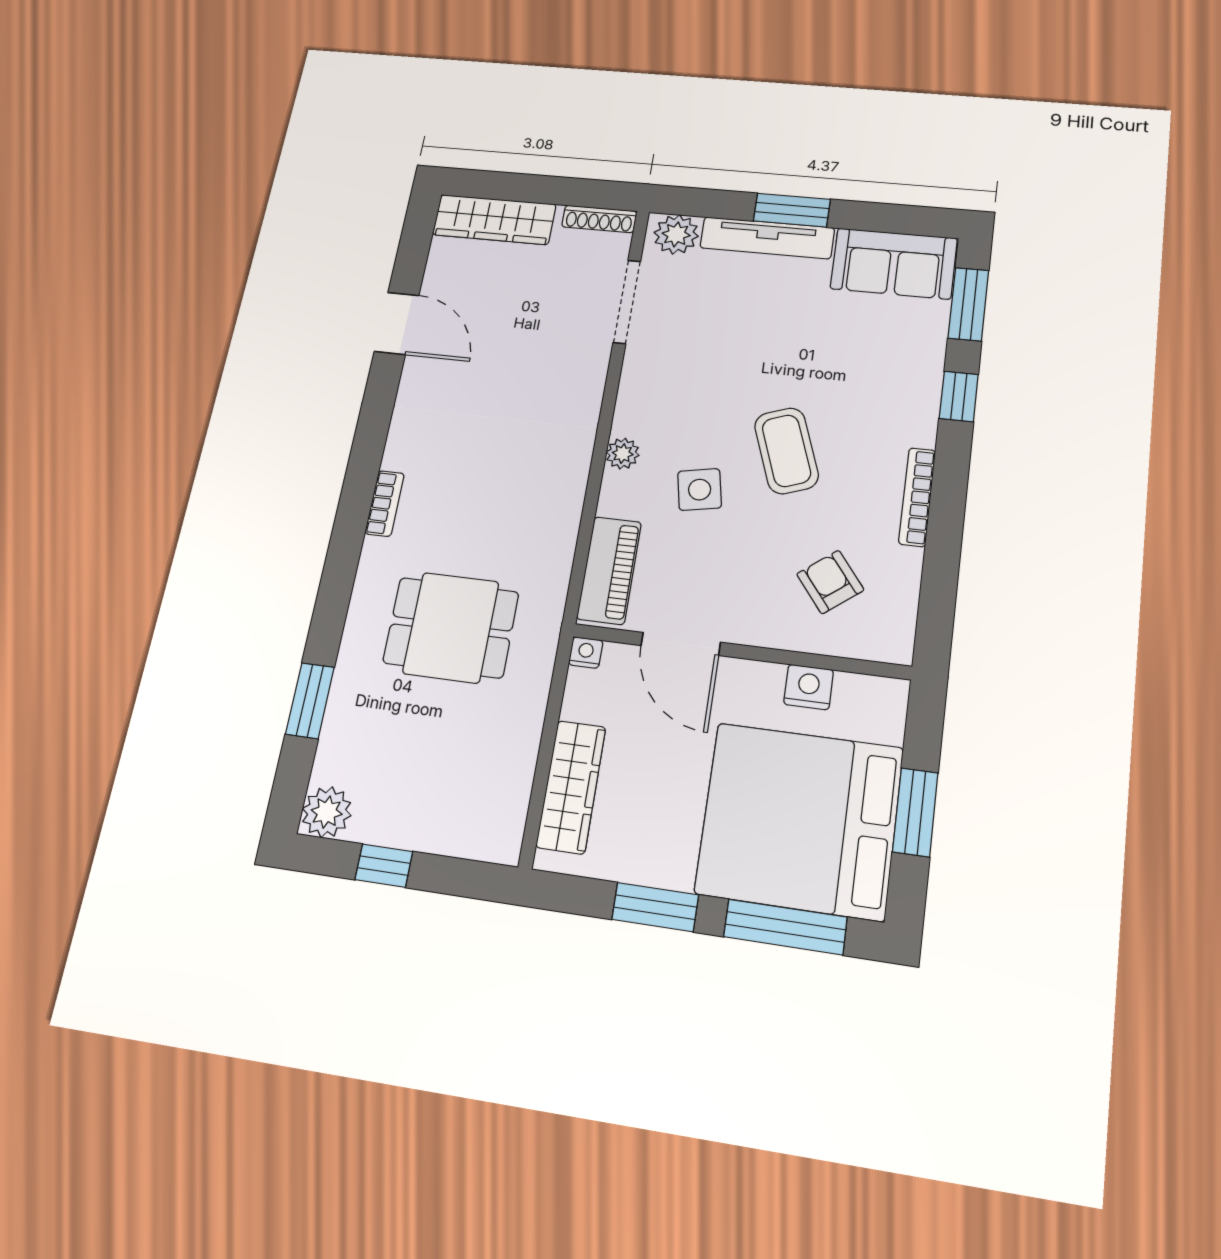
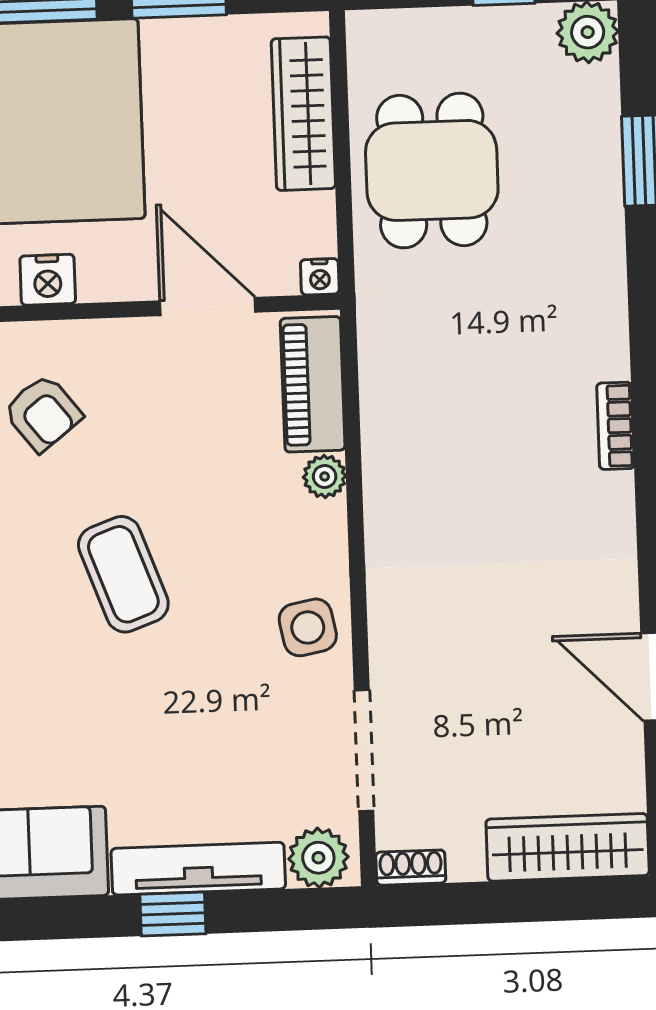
window: (792, 210) -> (173, 914), width x0.67
shoe rack: (599, 219) -> (411, 868), width x0.70
plant: (623, 454) -> (325, 476), moved
side table: (700, 490) -> (308, 627), moved
dining table: (451, 627) -> (432, 170), moved, turned 90

